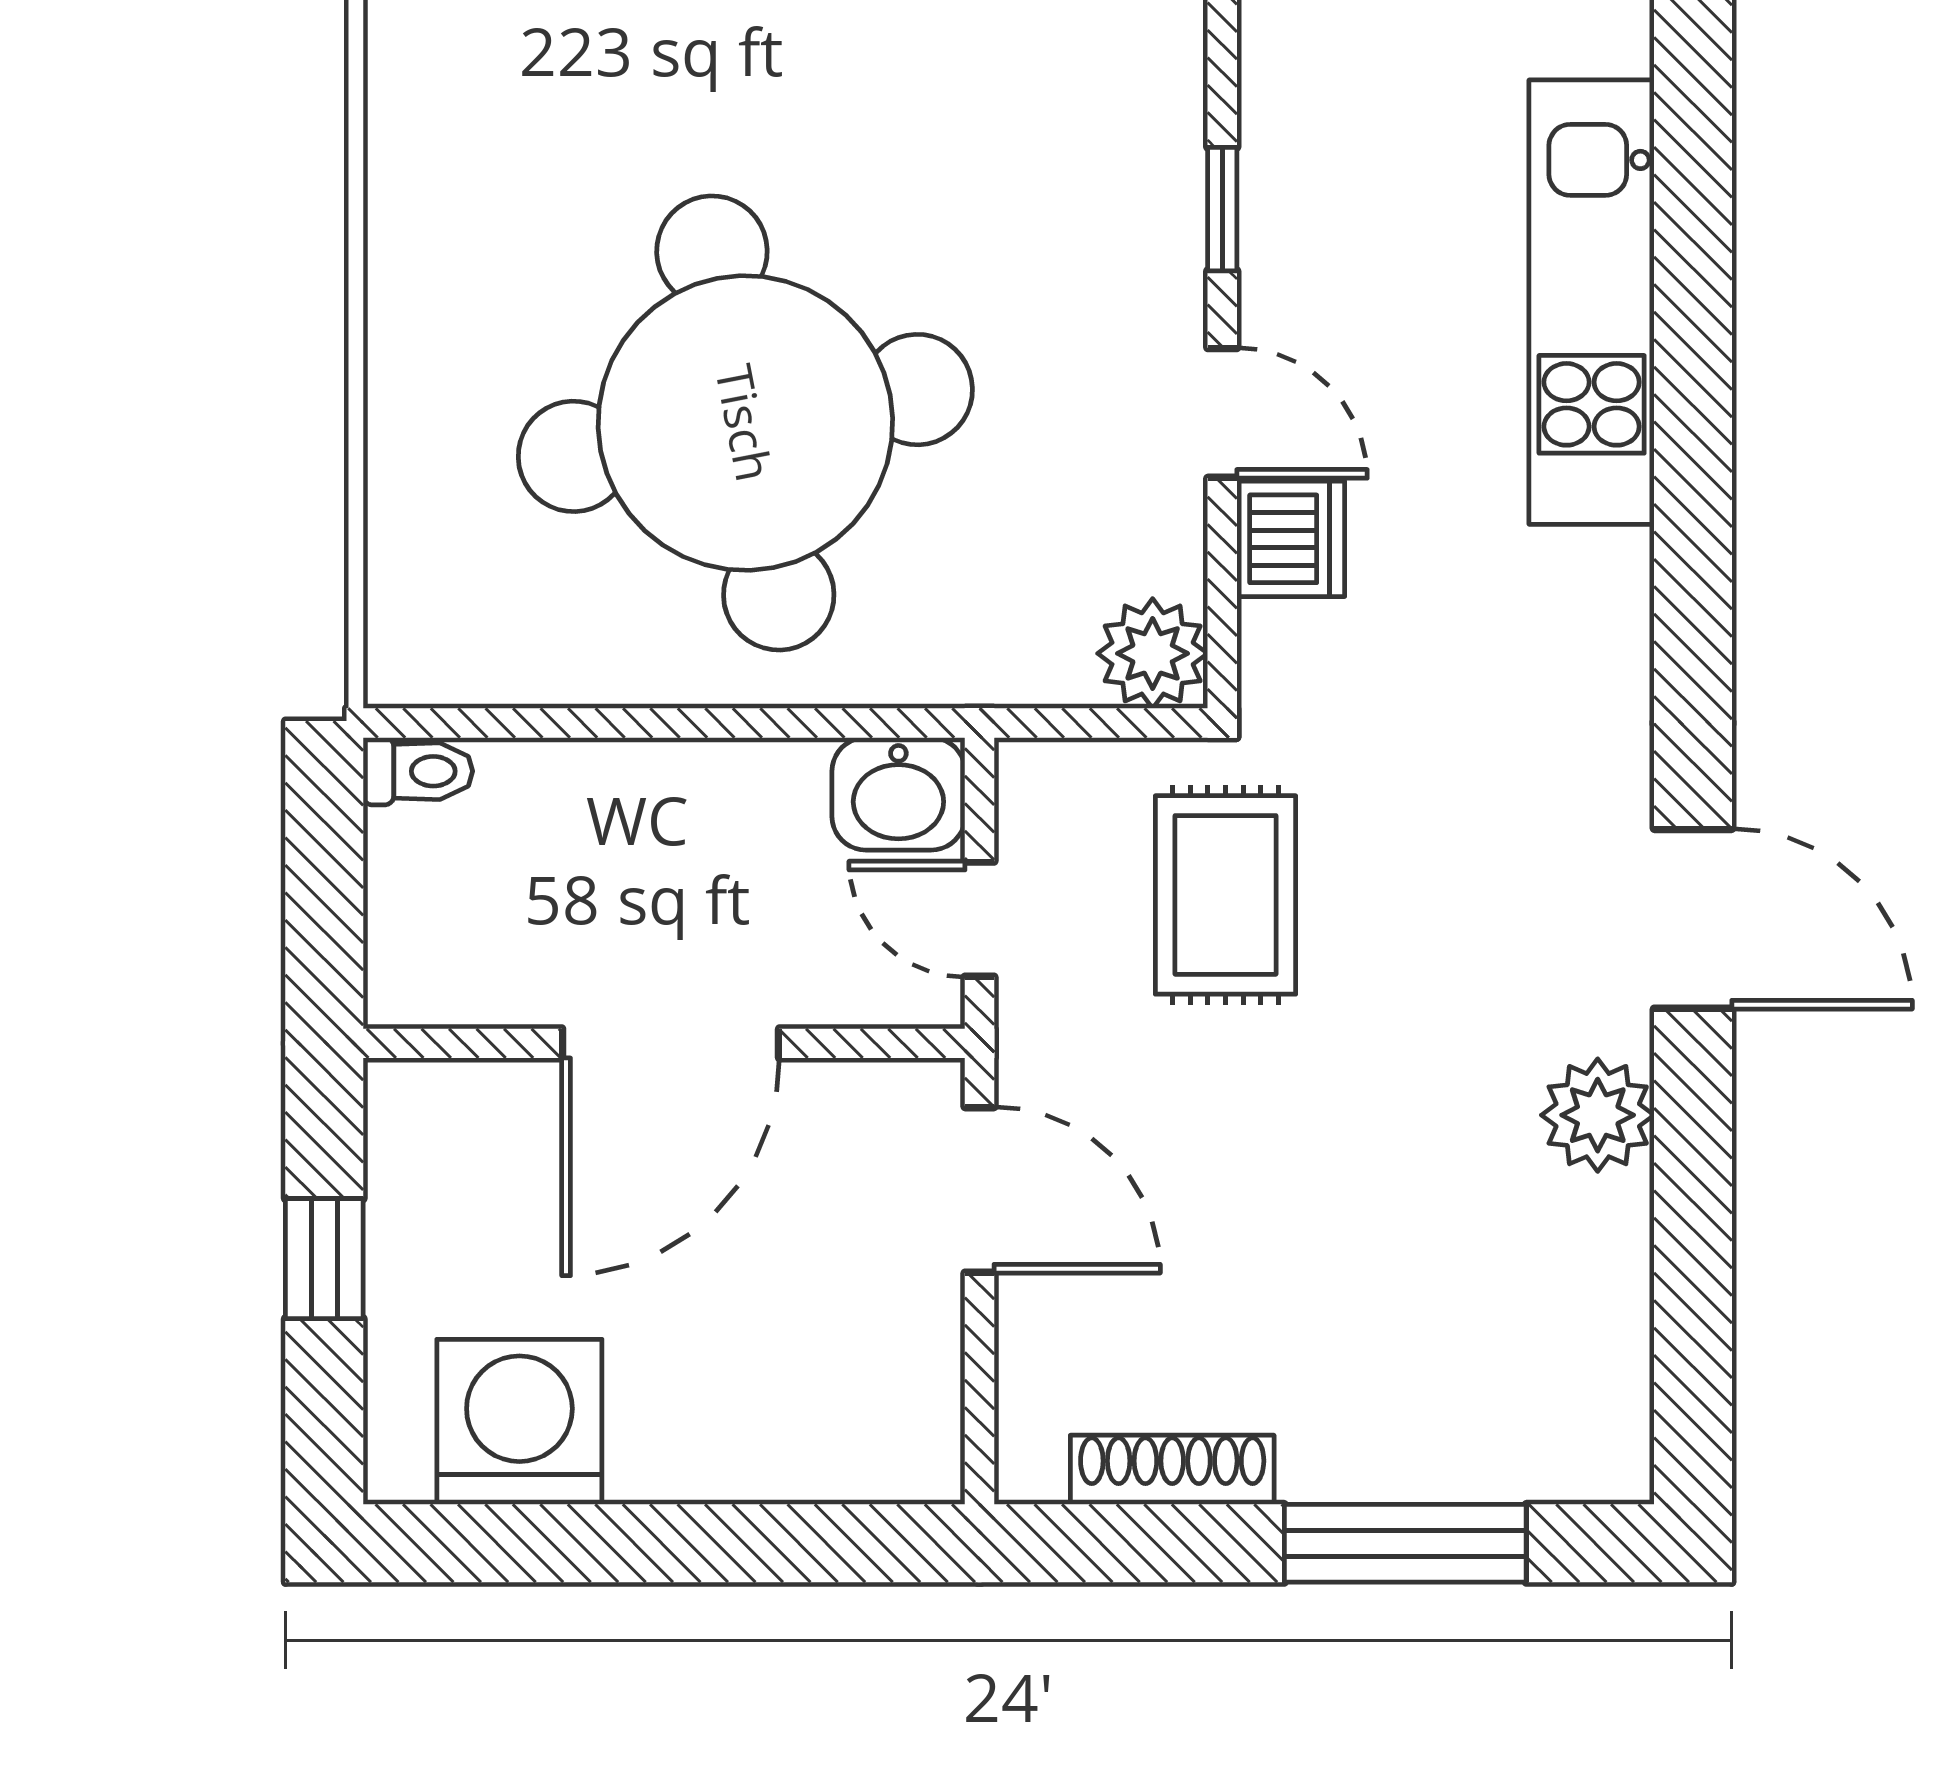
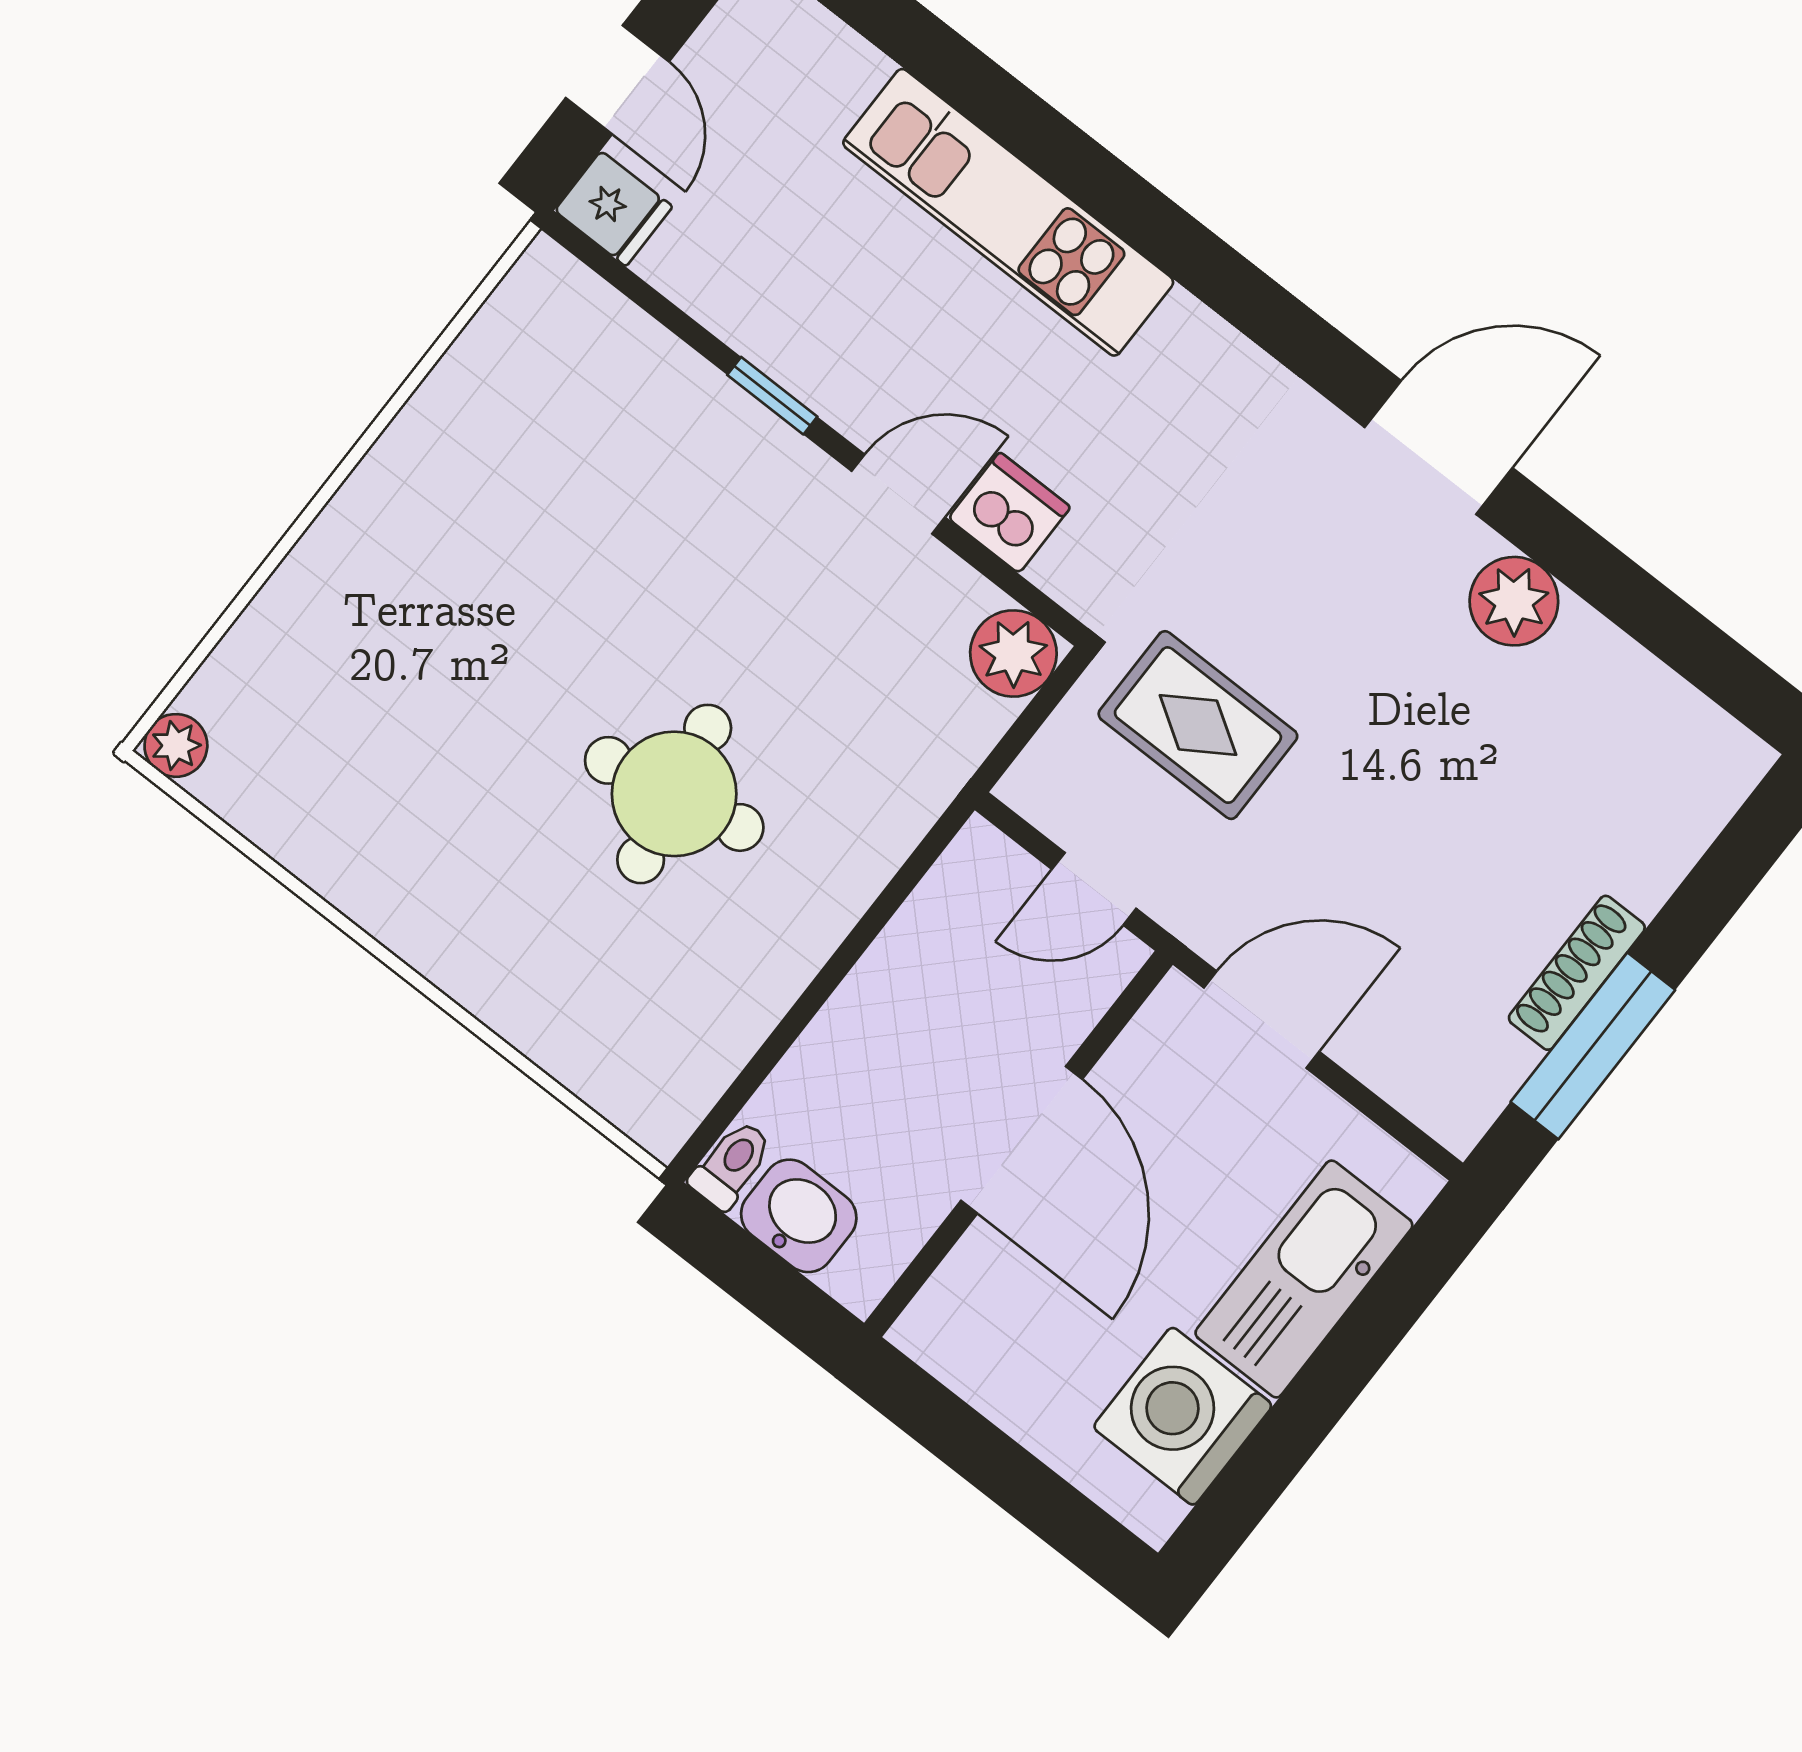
round table: (745, 423) -> (674, 794), width x0.54, depth x0.54
washbasin: (898, 794) -> (799, 1216), moved, turned -90
window: (324, 1259) -> (987, 1458), removed
kitchen sink: (752, 1436) -> (1304, 1279), added
shoe rack: (1172, 1470) -> (1577, 973), moved
window: (1405, 1543) -> (1593, 1046), moved

